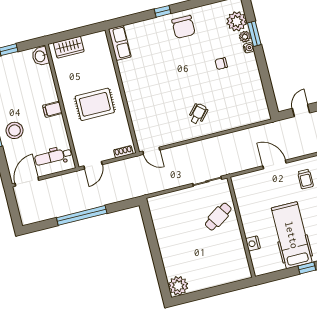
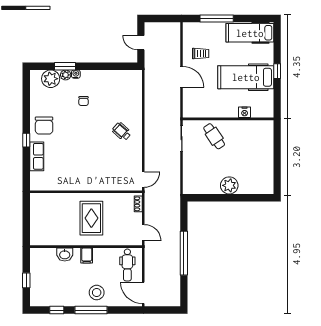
chair: (183, 27) -> (44, 126), turned 90
row of seats: (120, 43) -> (37, 156), moved, turned 90
wardrobe: (69, 47) -> (37, 228), removed
washbasin: (40, 56) -> (65, 254), moved
door: (275, 165) -> (182, 77), swing flipped
plant: (178, 286) -> (229, 185), moved

